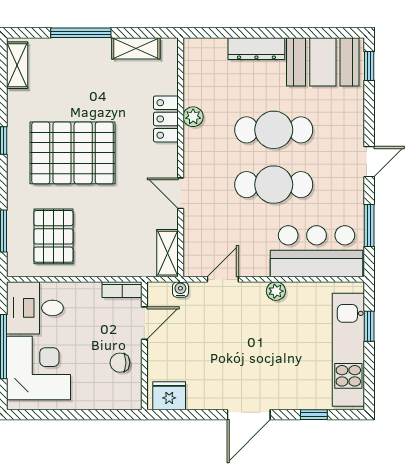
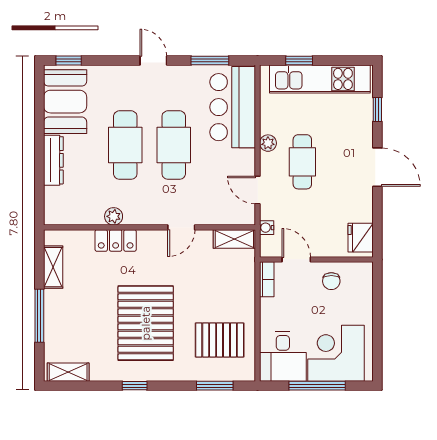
cafe table: (255, 330) -> (302, 162), added

